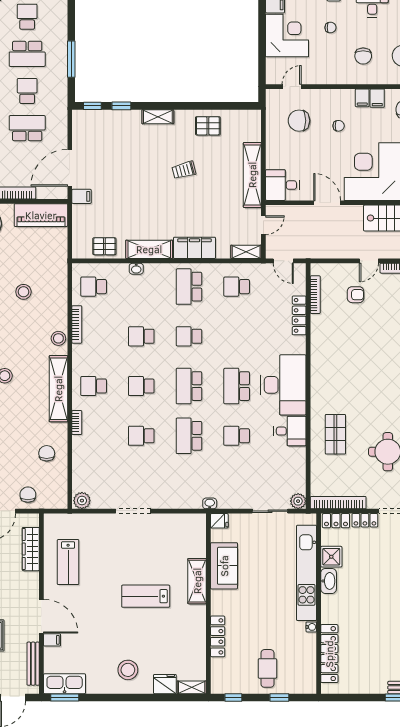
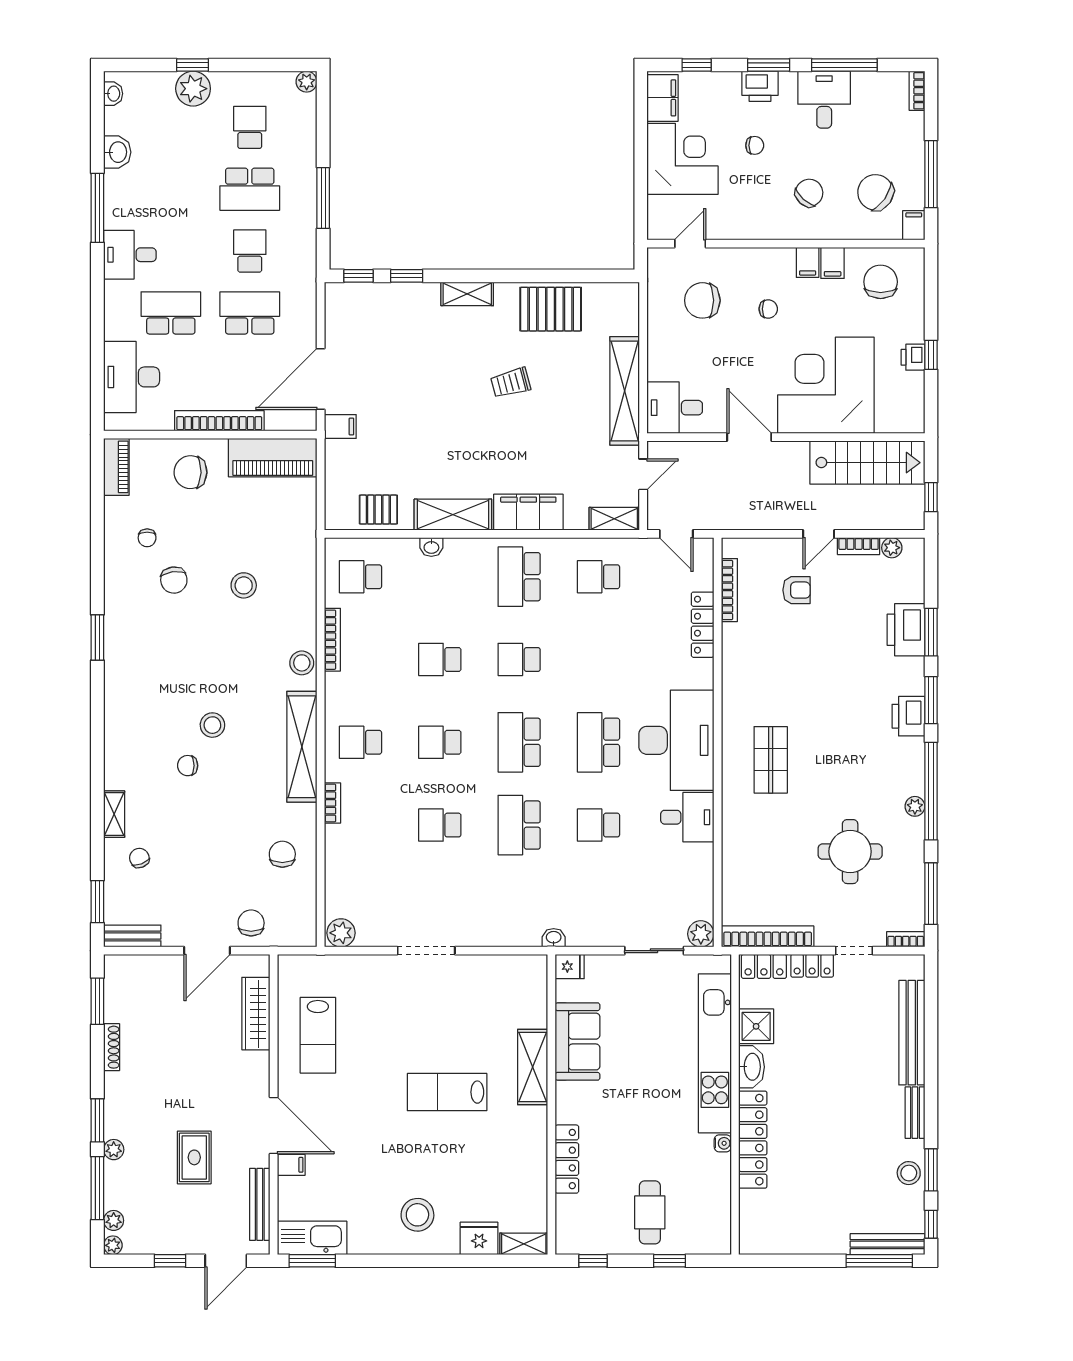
chair: (363, 56) -> (809, 193), turned -138
pallet: (208, 126) -> (551, 309), width x1.50, depth x1.42
shop shelf: (335, 434) -> (771, 760), moved
locker: (329, 654) -> (753, 1140), moved

